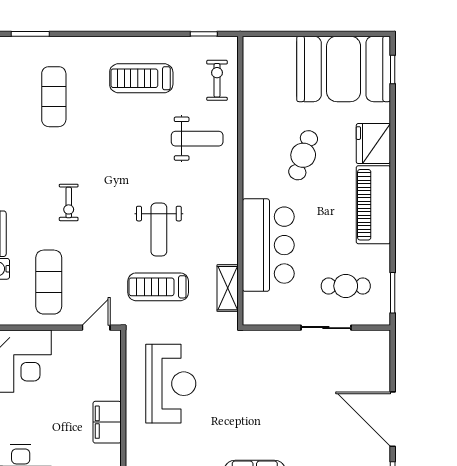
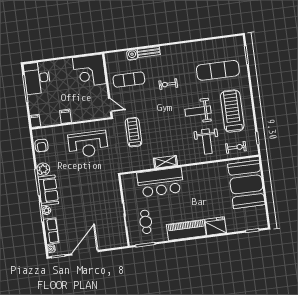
booth: (344, 69) -> (246, 184), moved
treadmill: (141, 78) -> (232, 111), width x1.37, depth x1.38
exercise mat: (54, 97) -> (218, 70), width x1.36, depth x1.45
cafe table: (303, 155) -> (206, 193), removed
weight bench: (159, 229) -> (198, 111), moved
shelving: (228, 288) -> (165, 162), moved
filing cabinet: (107, 422) -> (66, 116), width x0.50

